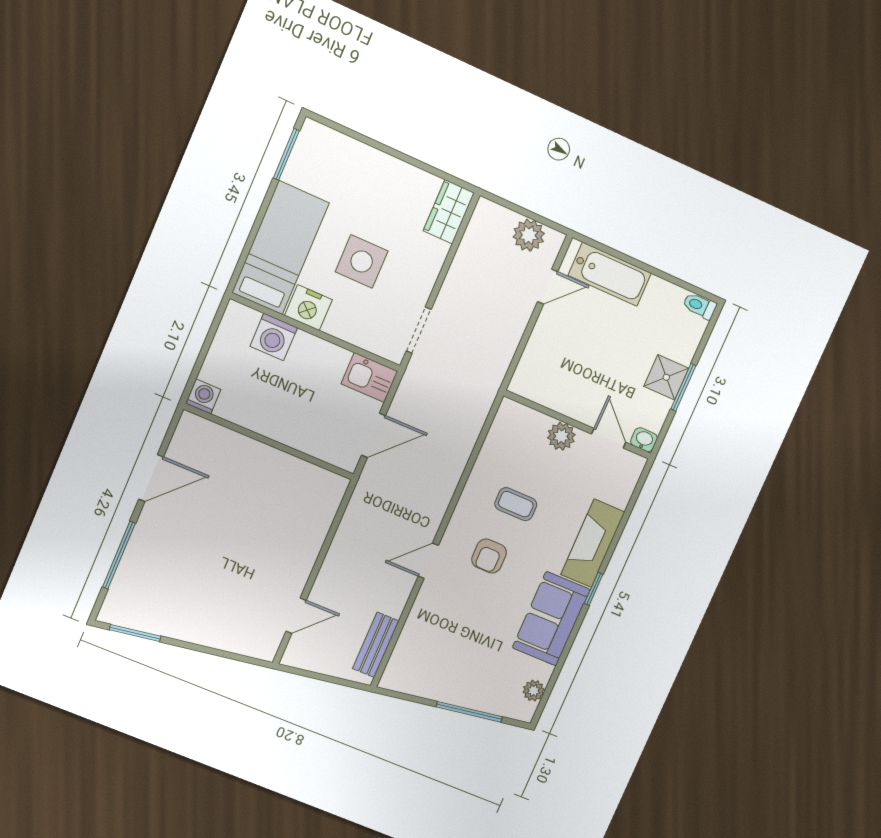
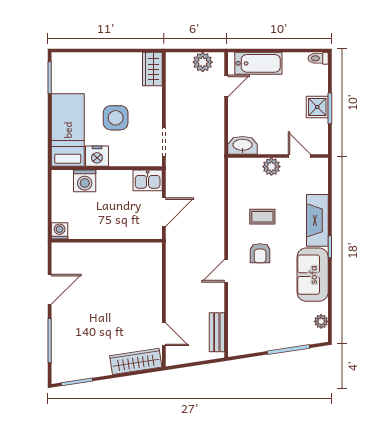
washbasin: (644, 440) -> (243, 145), moved, width x1.91, depth x1.45
door: (296, 616) -> (164, 334), hinge flipped
wardrobe: (237, 639) -> (136, 361), added

